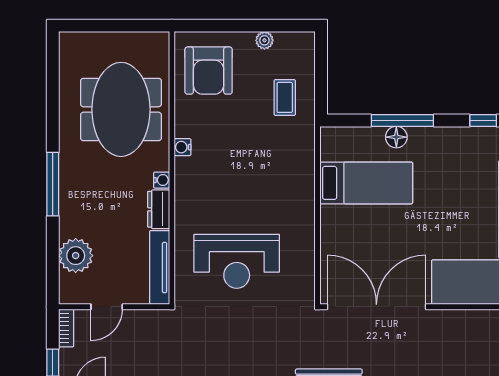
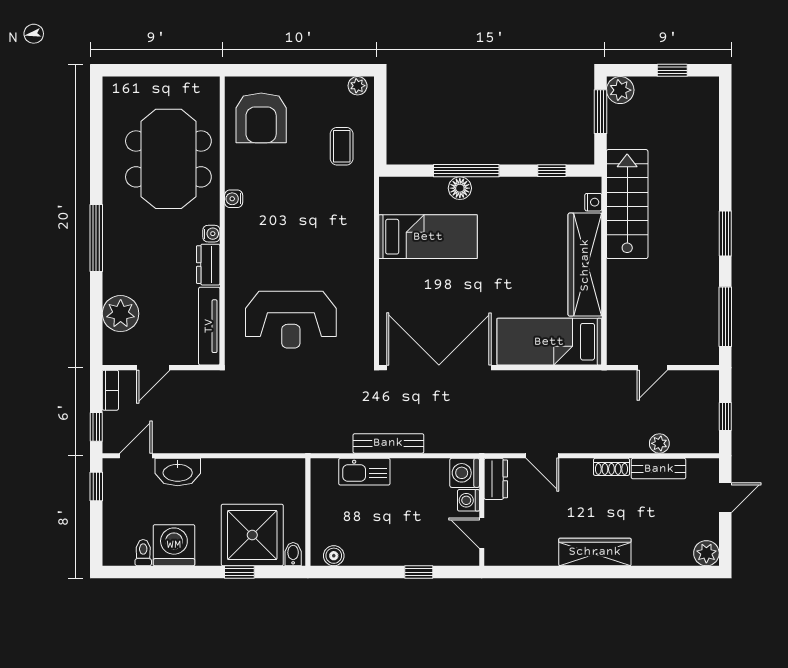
plant: (264, 40) -> (358, 86), moved

